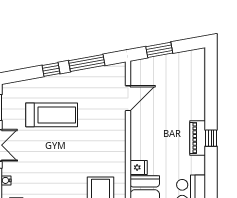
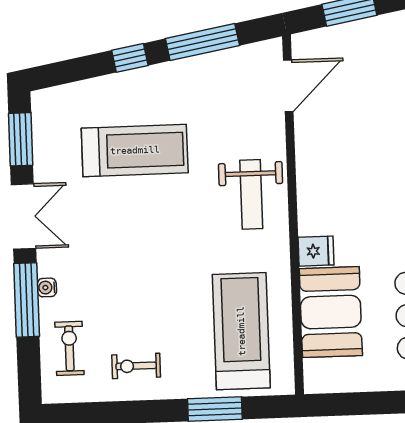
door: (128, 98) -> (288, 86), moved
weight bench: (108, 139) -> (251, 194), added

